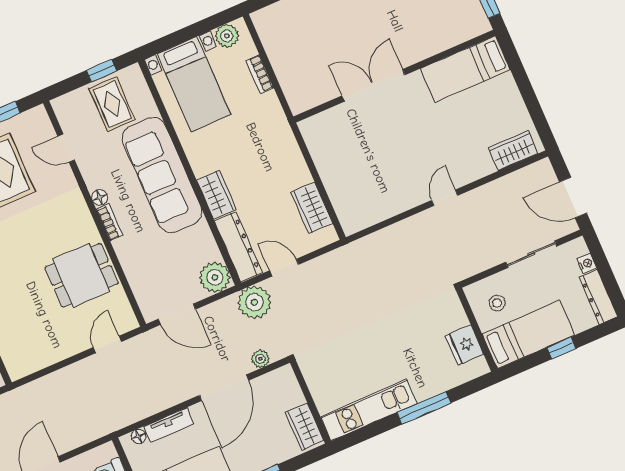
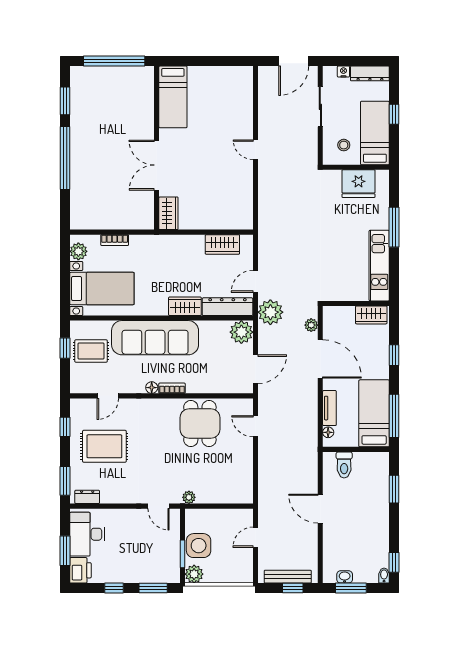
wardrobe: (513, 151) -> (168, 213), moved, turned 180
fridge: (465, 345) -> (359, 184), width x1.36, depth x1.34

